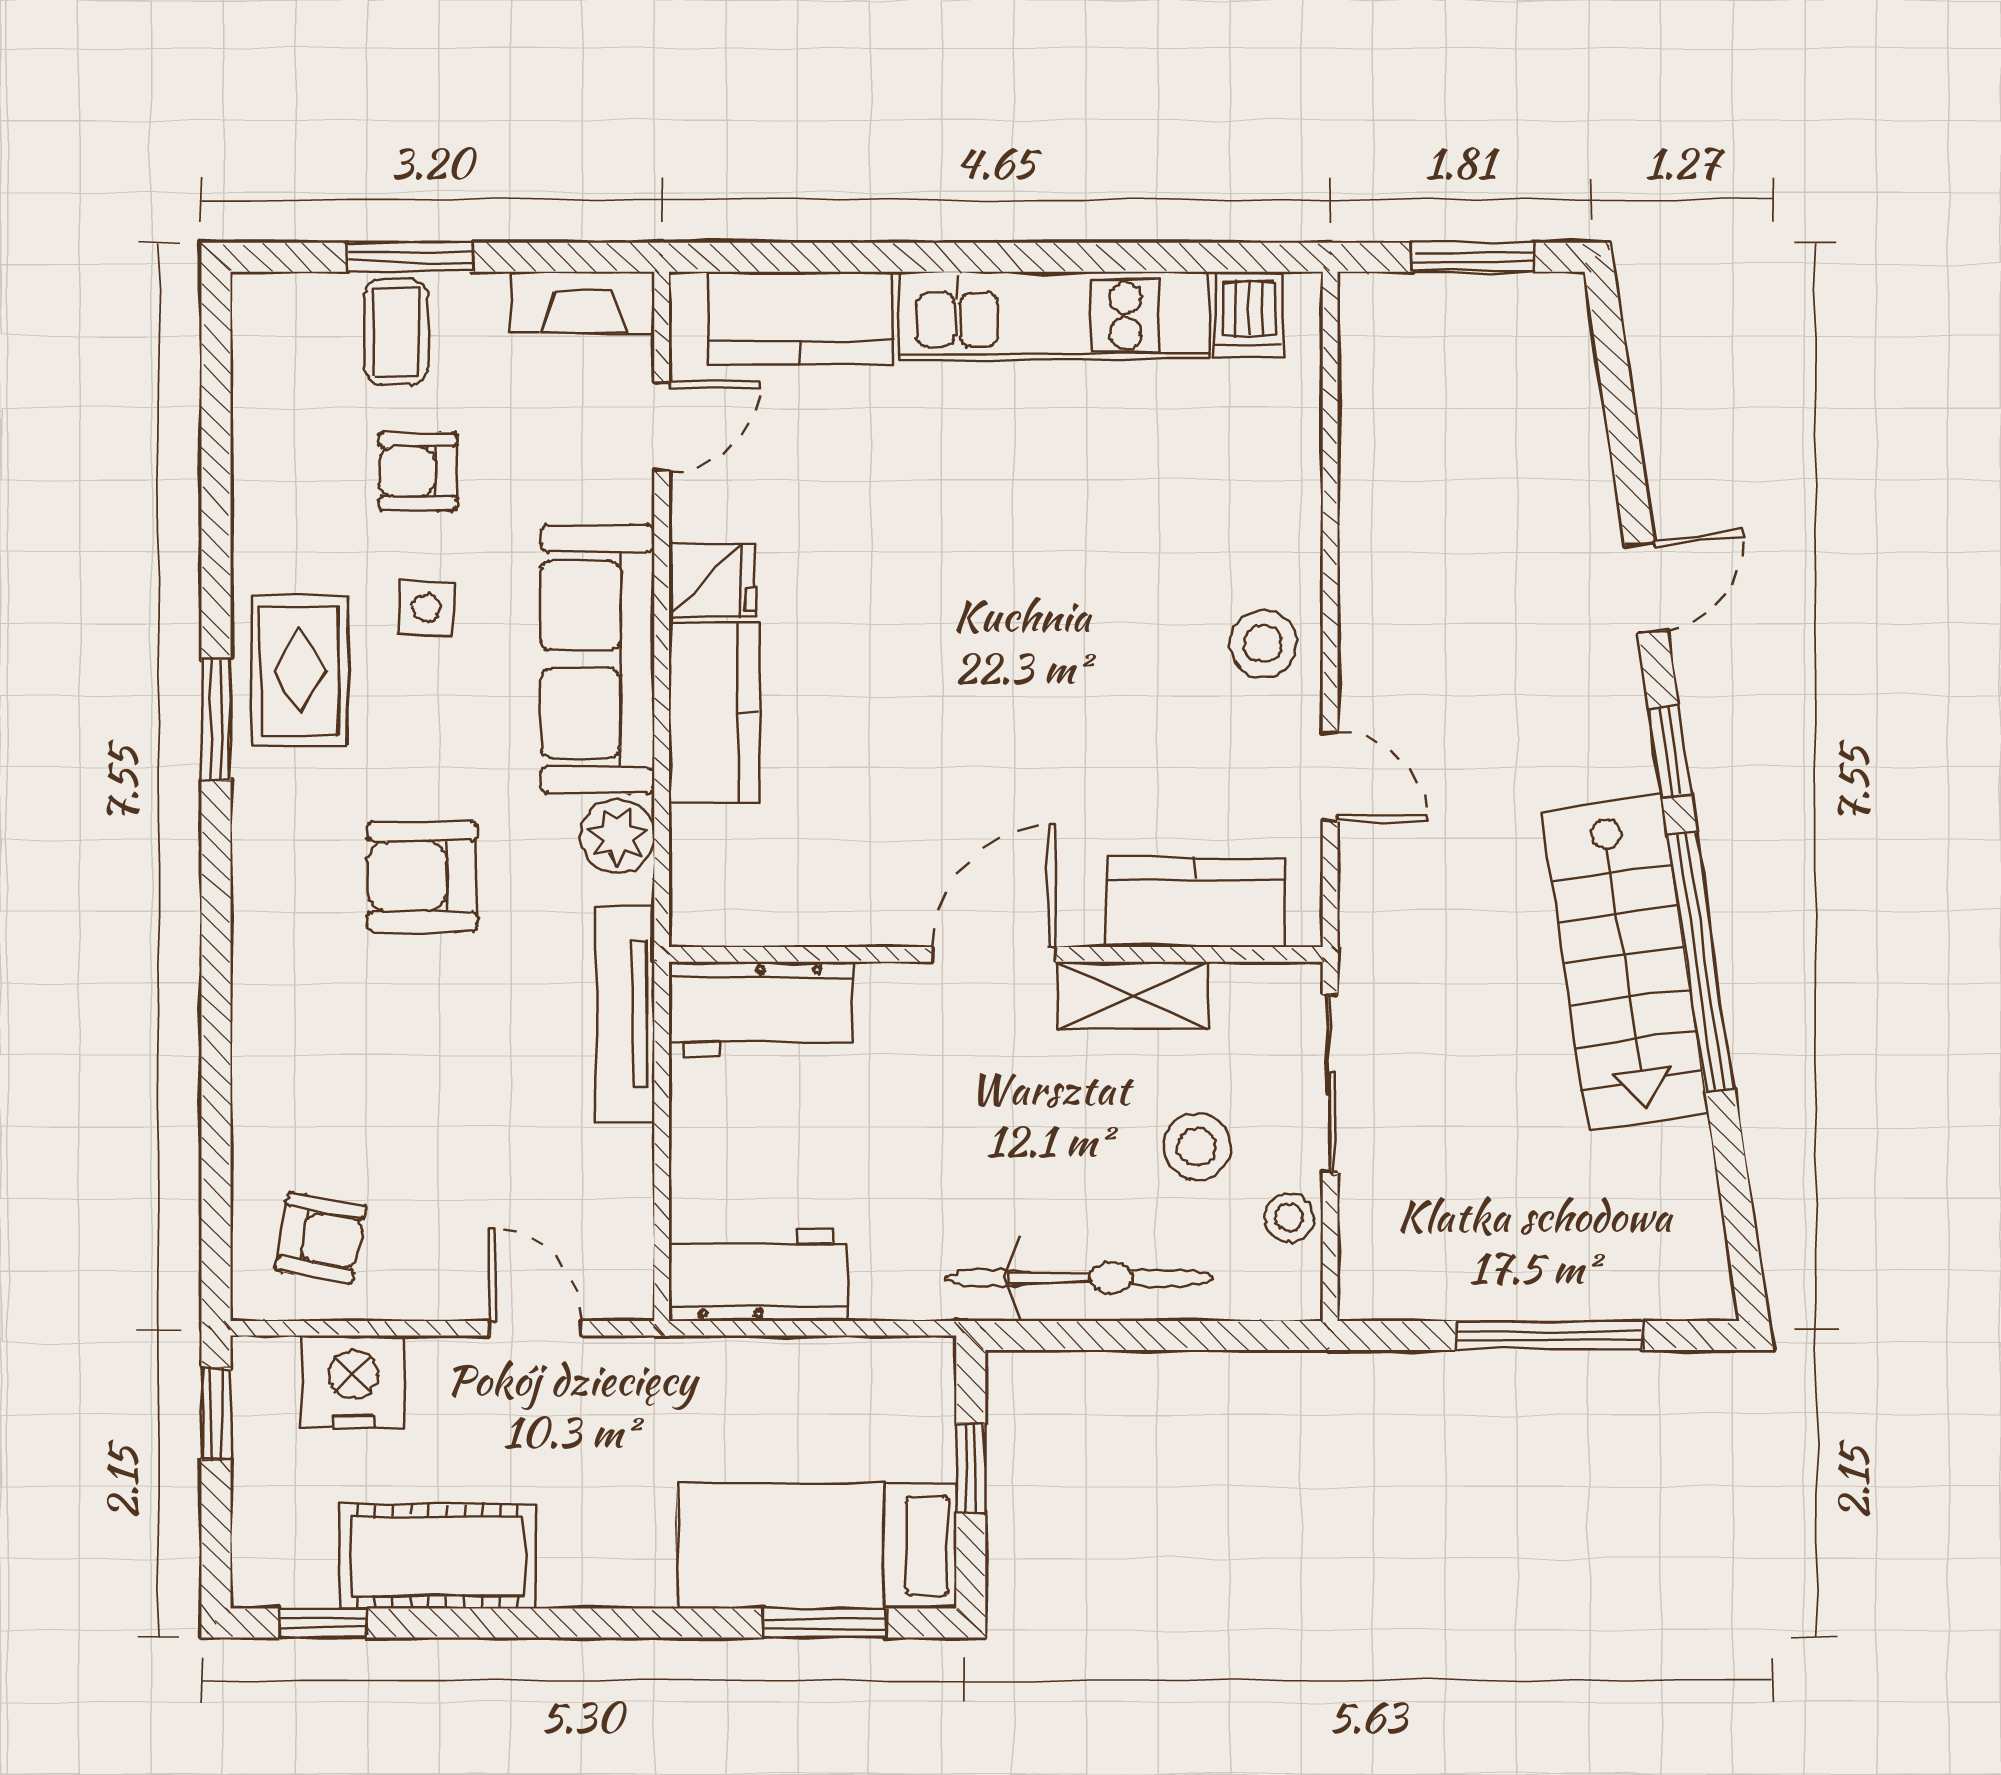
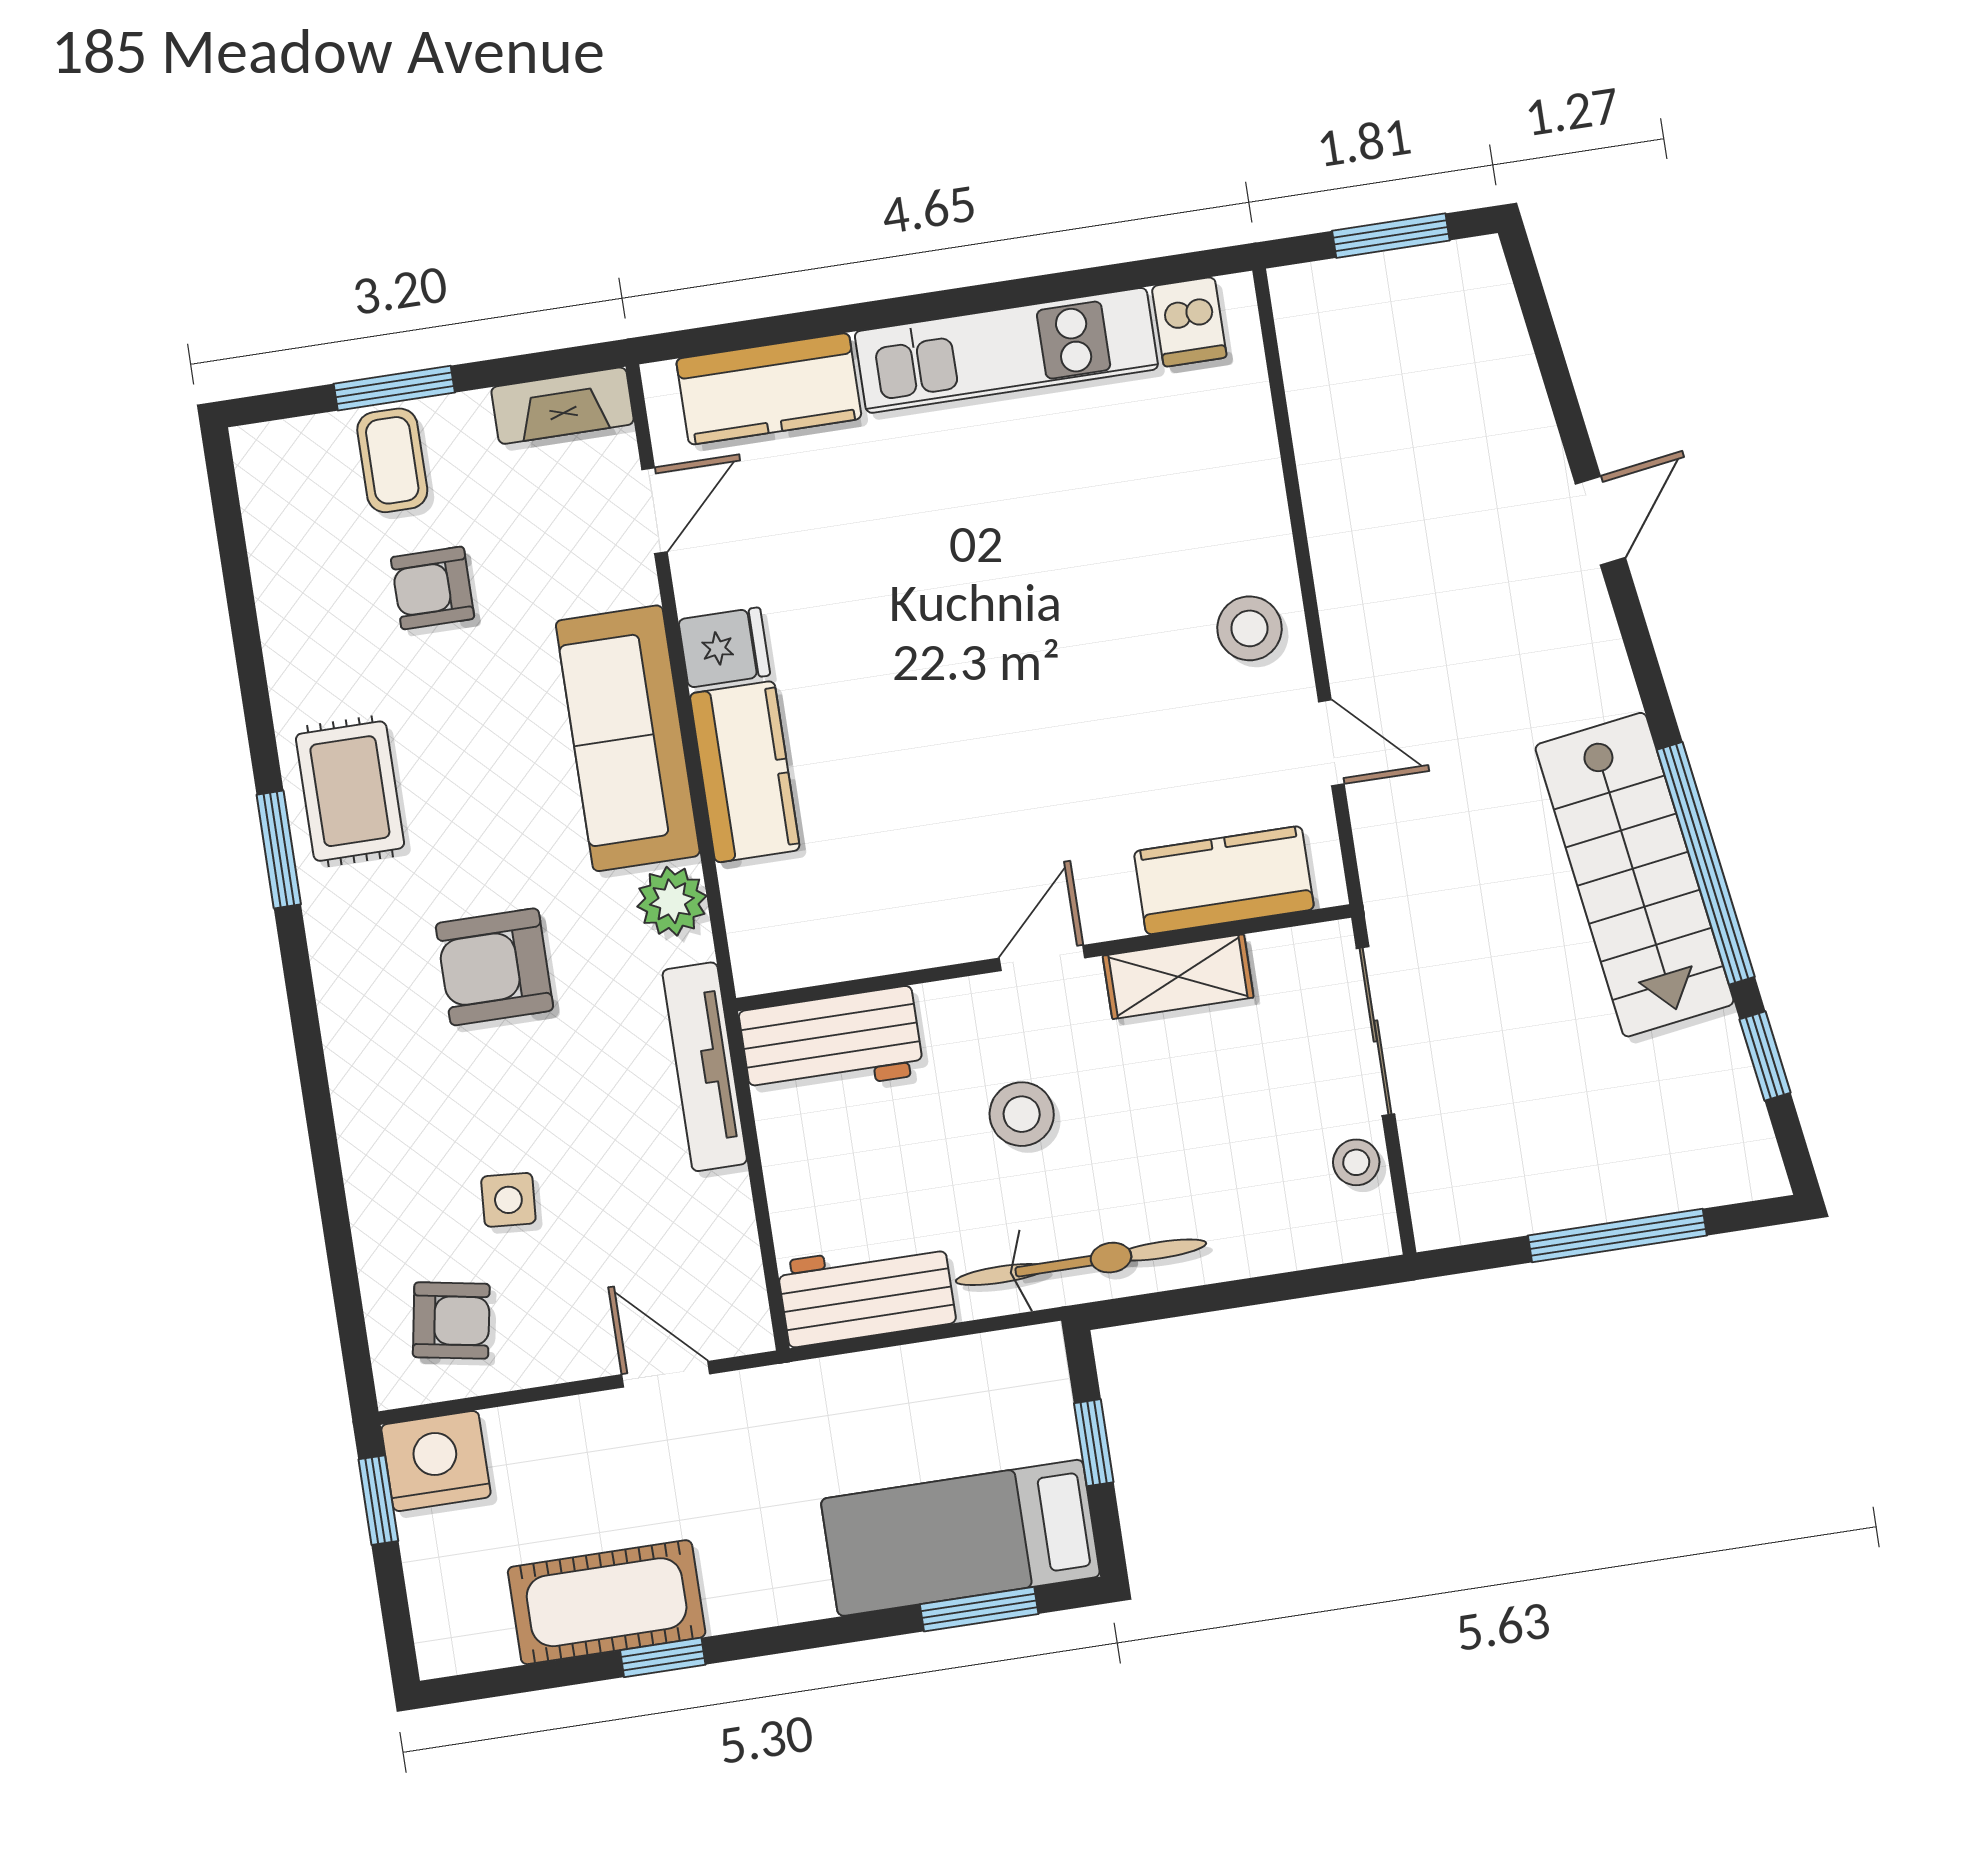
side table: (426, 608) -> (508, 1200), moved
window: (1670, 751) -> (1765, 1056), moved
door: (994, 954) -> (1042, 958), width x0.73
stool: (1197, 1146) -> (1022, 1114), moved
bicycle: (1079, 1278) -> (1081, 1262), moved
nightstand: (353, 1382) -> (436, 1461), moved
window: (323, 1623) -> (663, 1657), moved

